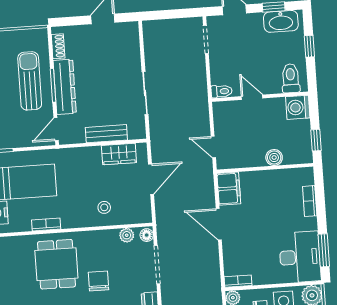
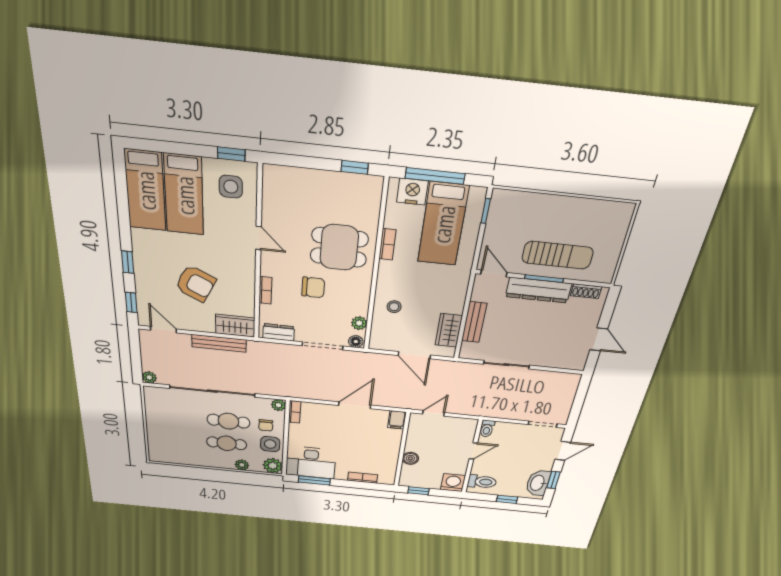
filing cabinet: (229, 189) -> (397, 420), width x0.50

